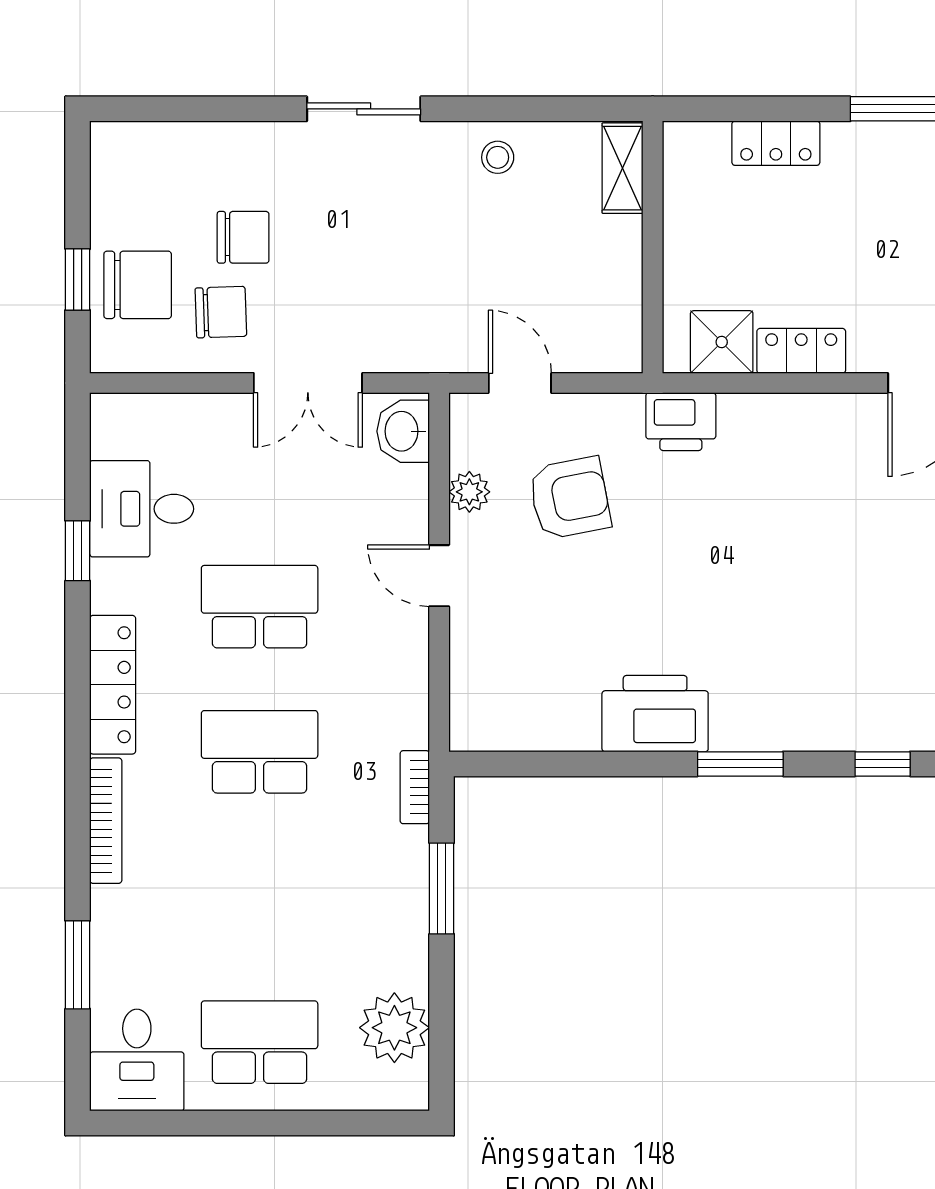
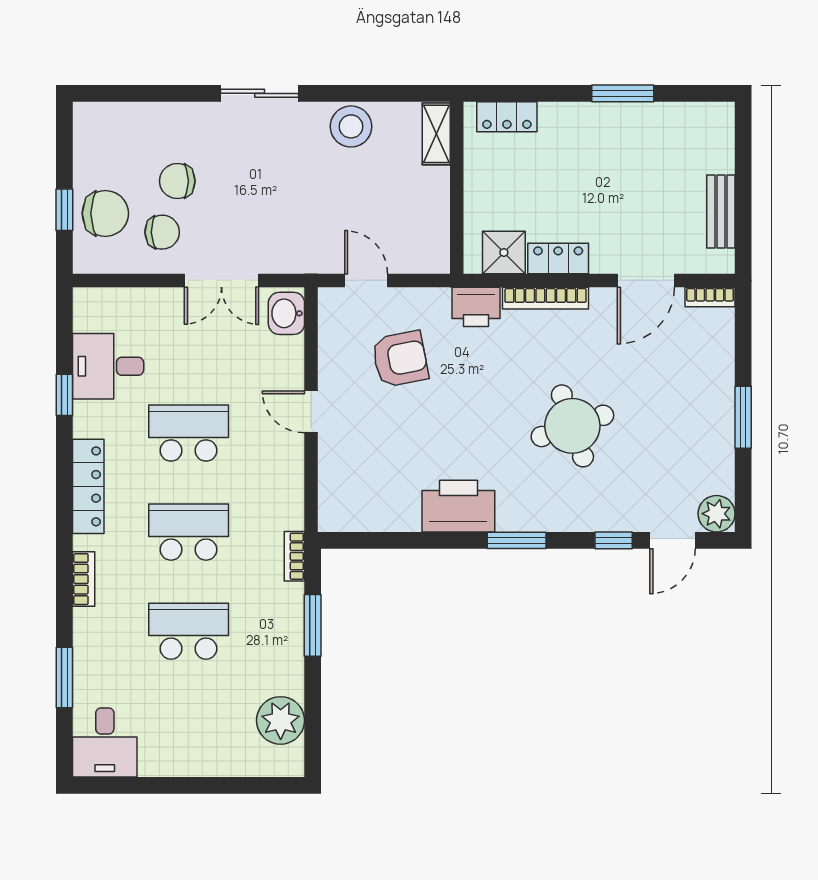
locker: (776, 143) -> (507, 117), moved
stool: (498, 157) -> (351, 126), width x1.89, depth x1.89
chair: (243, 237) -> (177, 181), turned 180
bookcase: (783, 409) -> (546, 298), added
plant: (469, 492) -> (332, 355), removed
round table: (822, 596) -> (572, 426), added
bookcase: (106, 821) -> (84, 579), width x0.64
school desk: (260, 1042) -> (189, 631), moved

